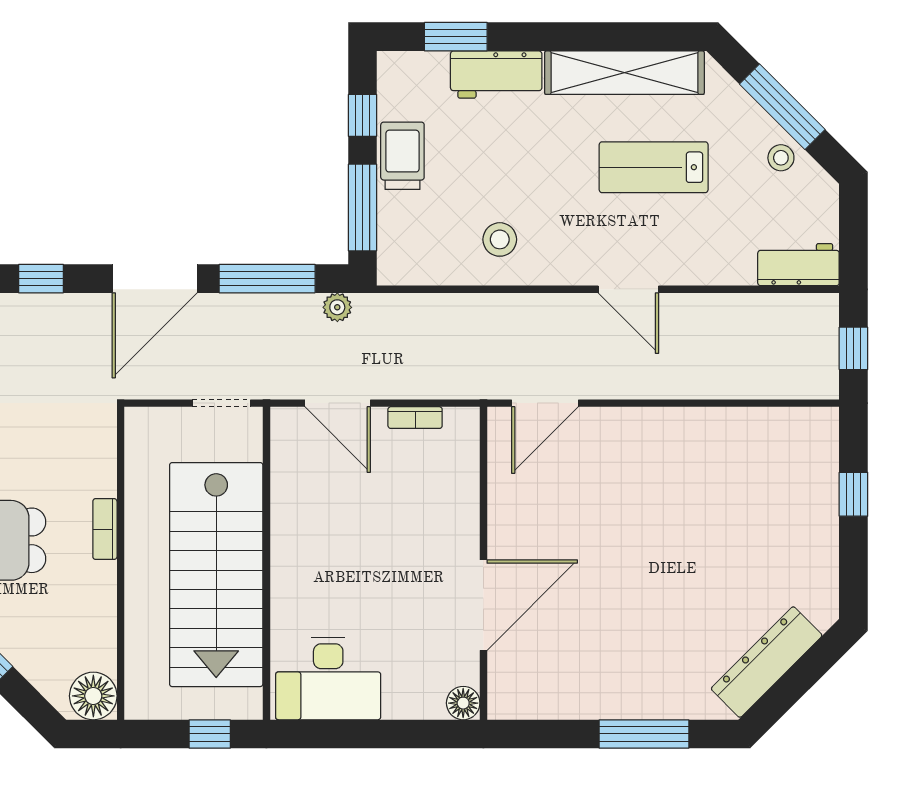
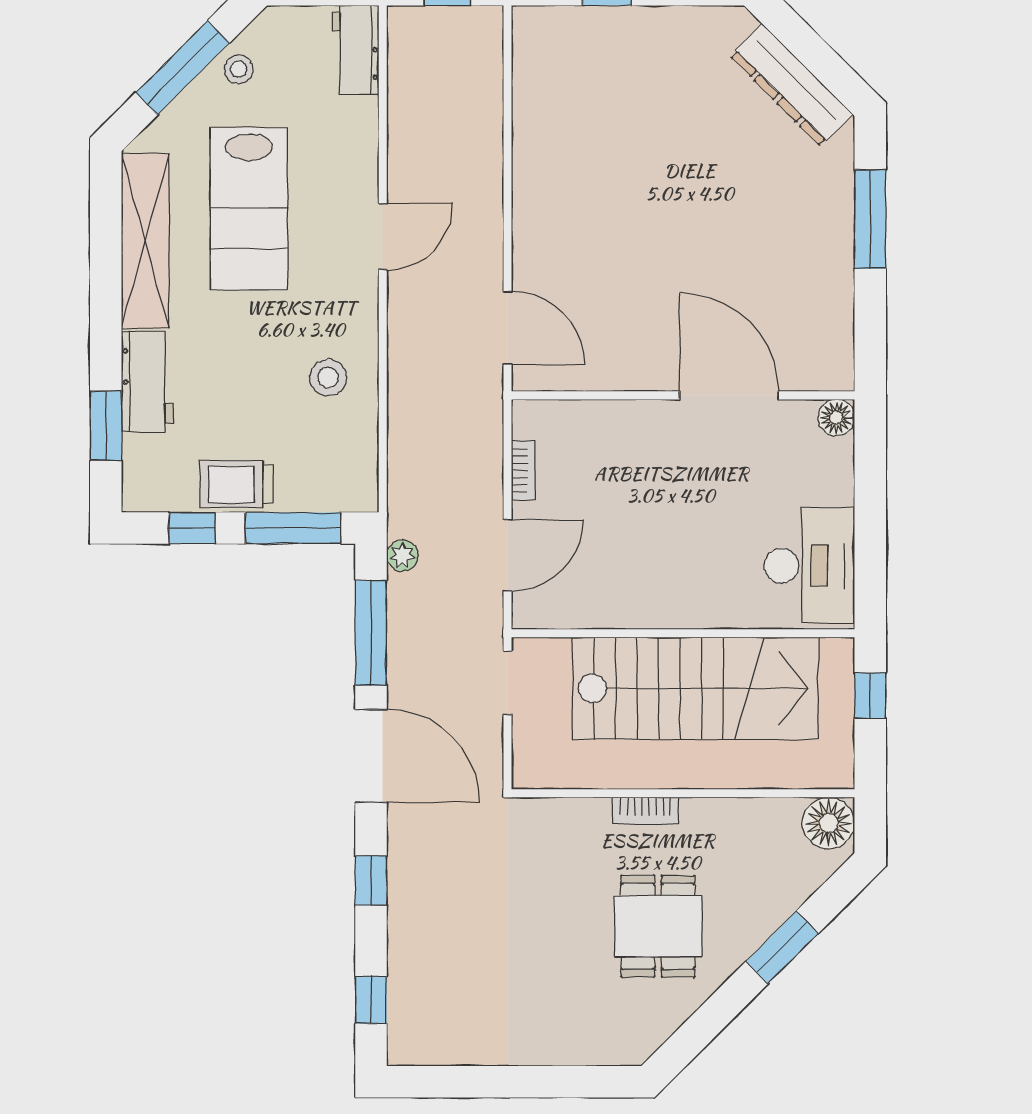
lab bench: (654, 167) -> (249, 209), width x1.36, depth x1.39

